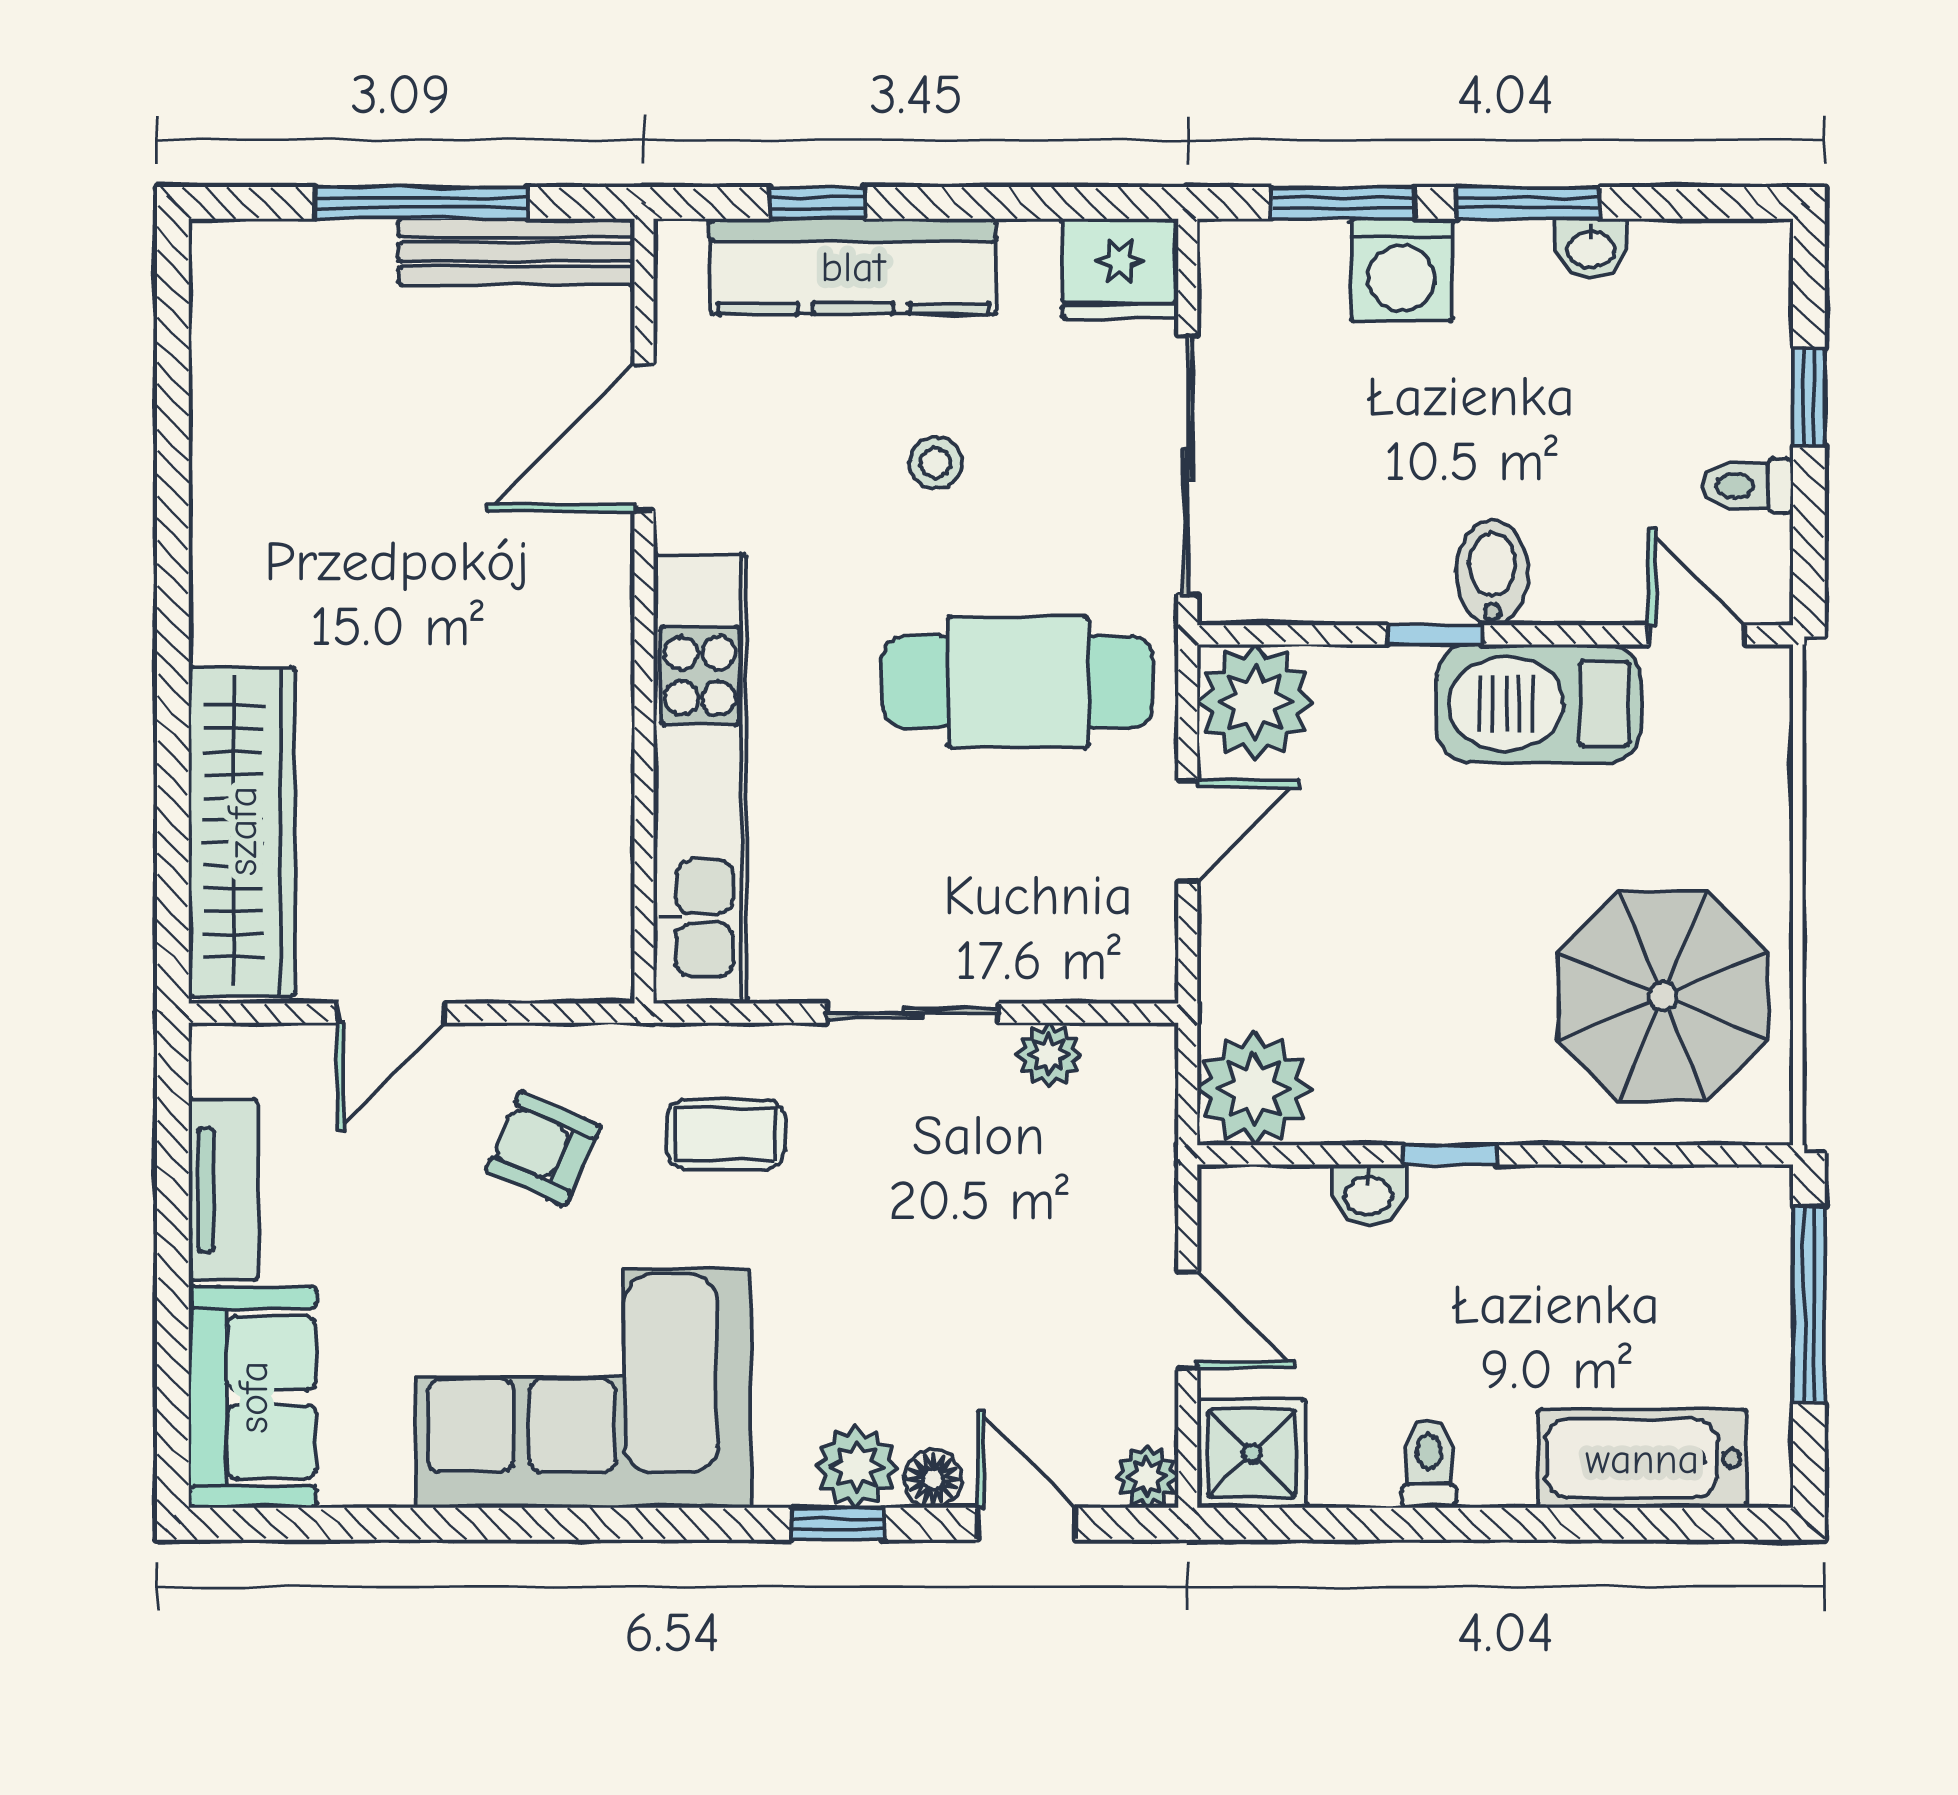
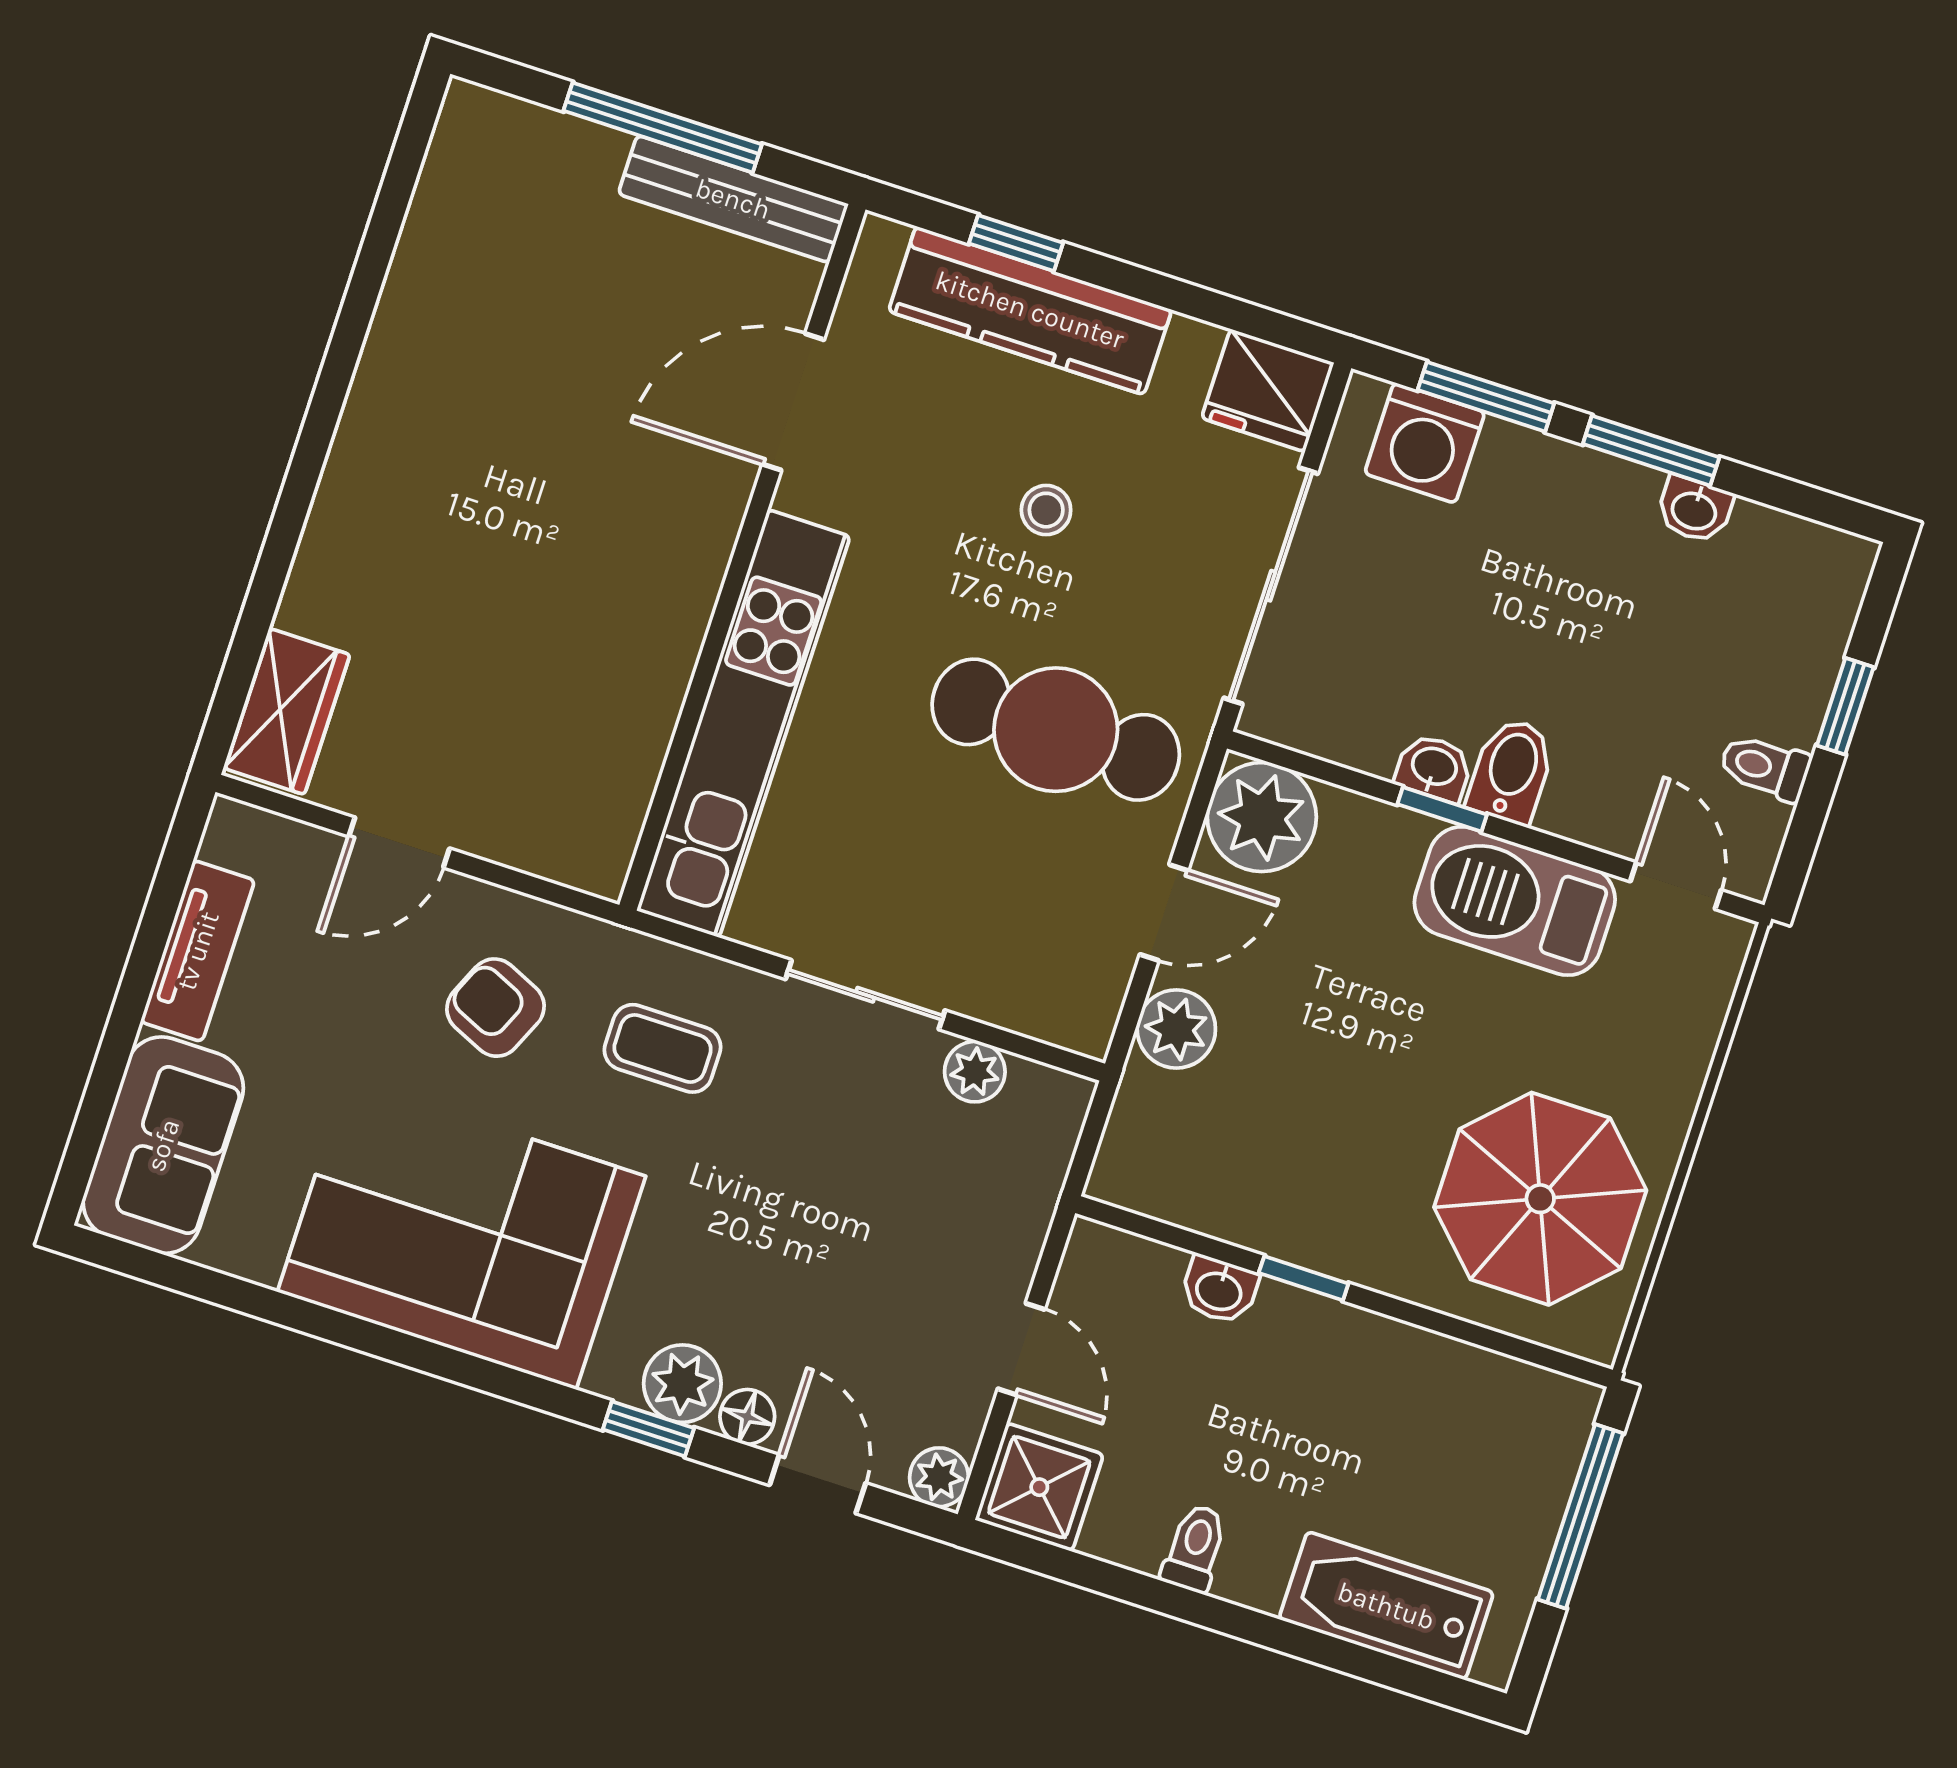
washing machine: (1402, 270) -> (1425, 443), moved
washbasin: (1413, 596) -> (1434, 768), added
wardrobe: (242, 831) -> (287, 711), width x0.48, depth x0.85
plant: (1254, 1089) -> (1176, 1029), moved, width x0.73, depth x0.73

